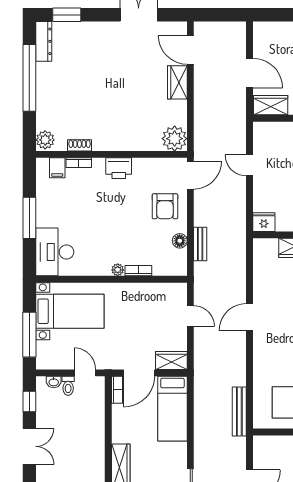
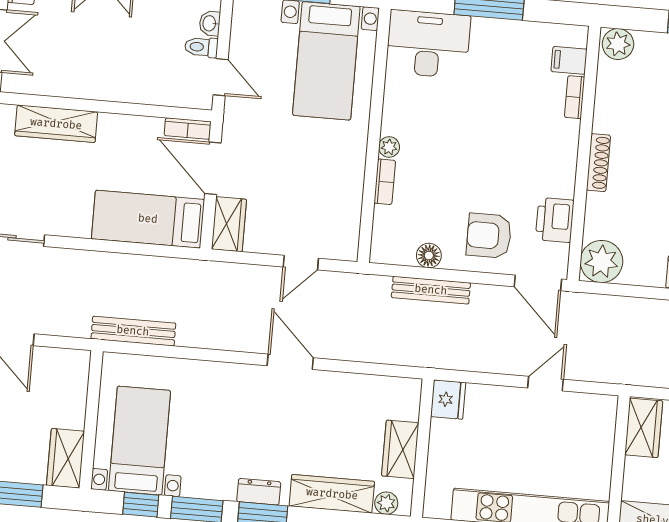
shoe rack: (79, 145) -> (598, 163), moved, width x1.43
printer: (119, 168) -> (555, 220), moved
bench: (200, 244) -> (431, 290), width x1.36
door: (85, 373) -> (221, 77), hinge flipped

